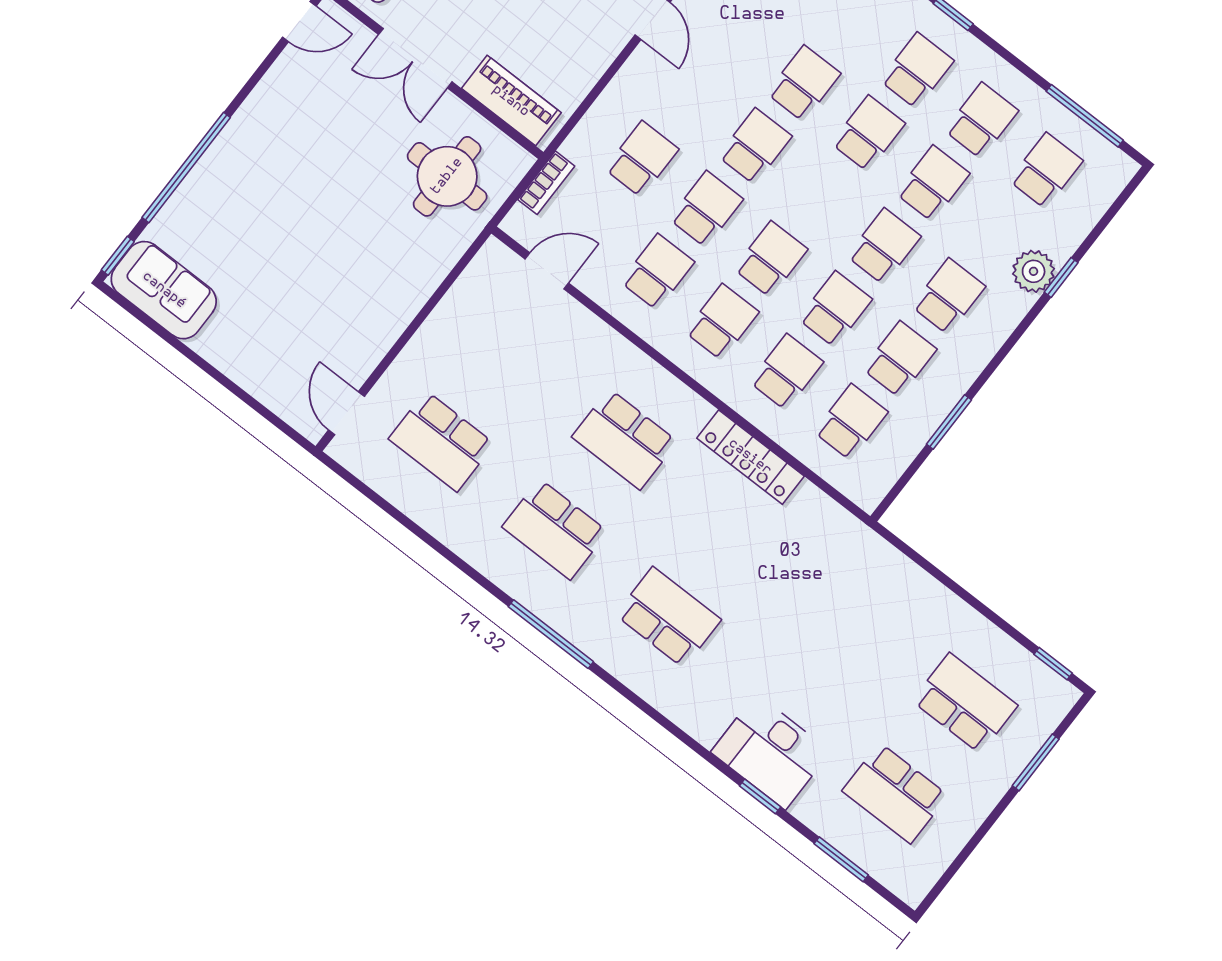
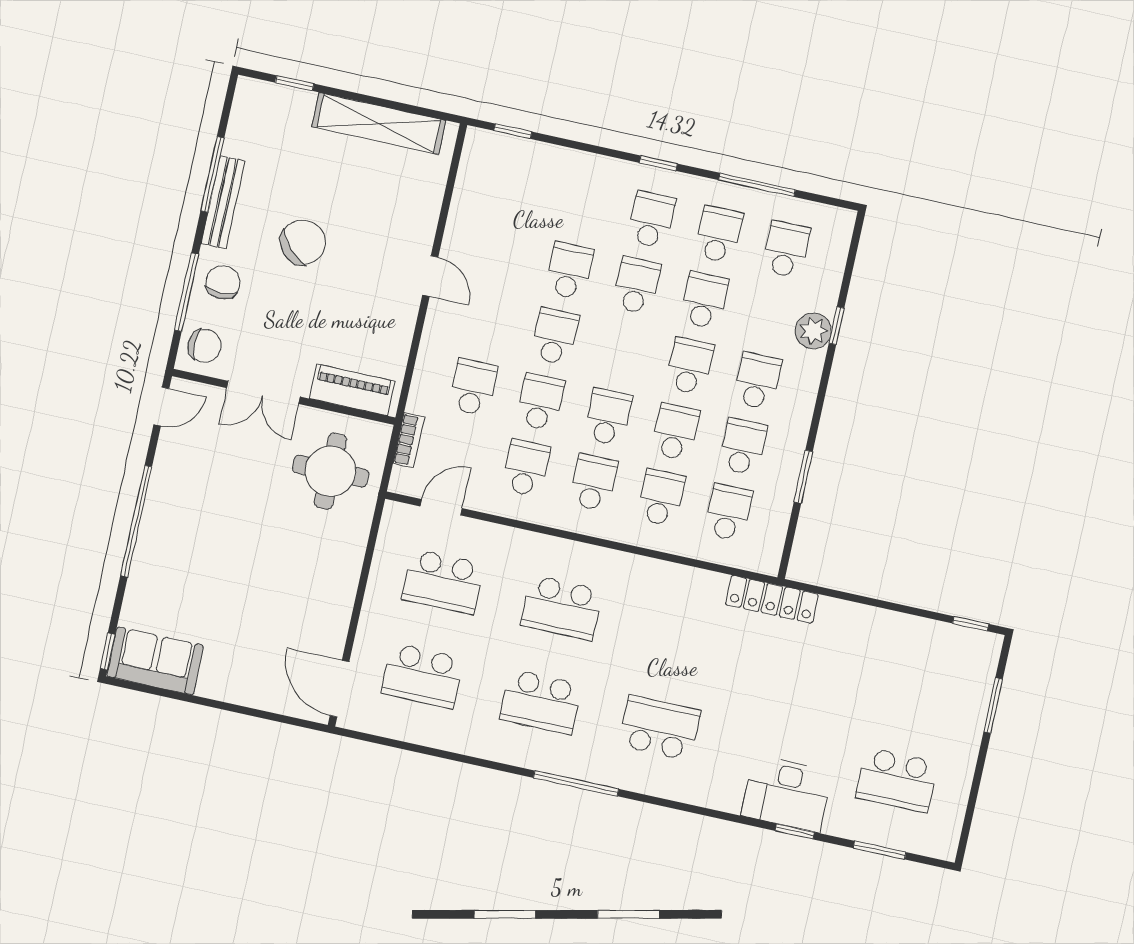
window: (1085, 116) -> (757, 185), moved
window: (186, 168) -> (136, 521), moved
door: (346, 413) -> (340, 689), width x1.38
locker: (750, 457) -> (772, 599), moved
school desk: (965, 703) -> (443, 582), moved, turned 180

